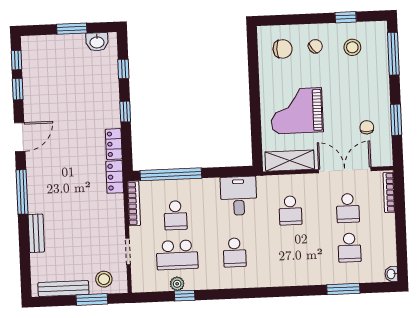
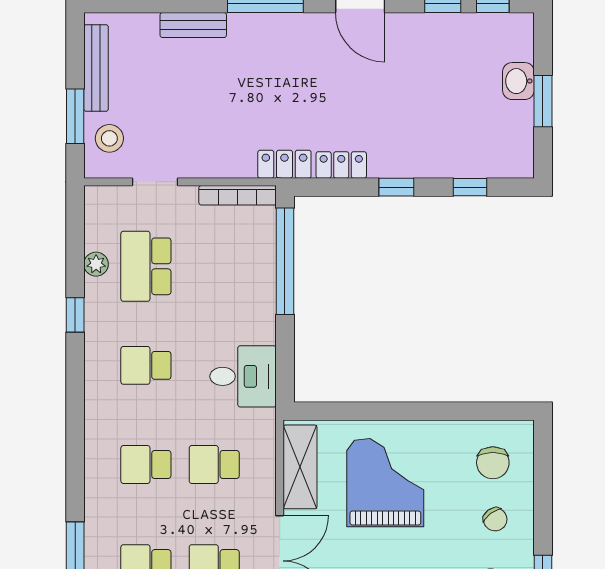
washbasin: (97, 42) -> (518, 81), moved
school desk: (175, 215) -> (146, 464), moved
window: (185, 296) -> (75, 315), moved

